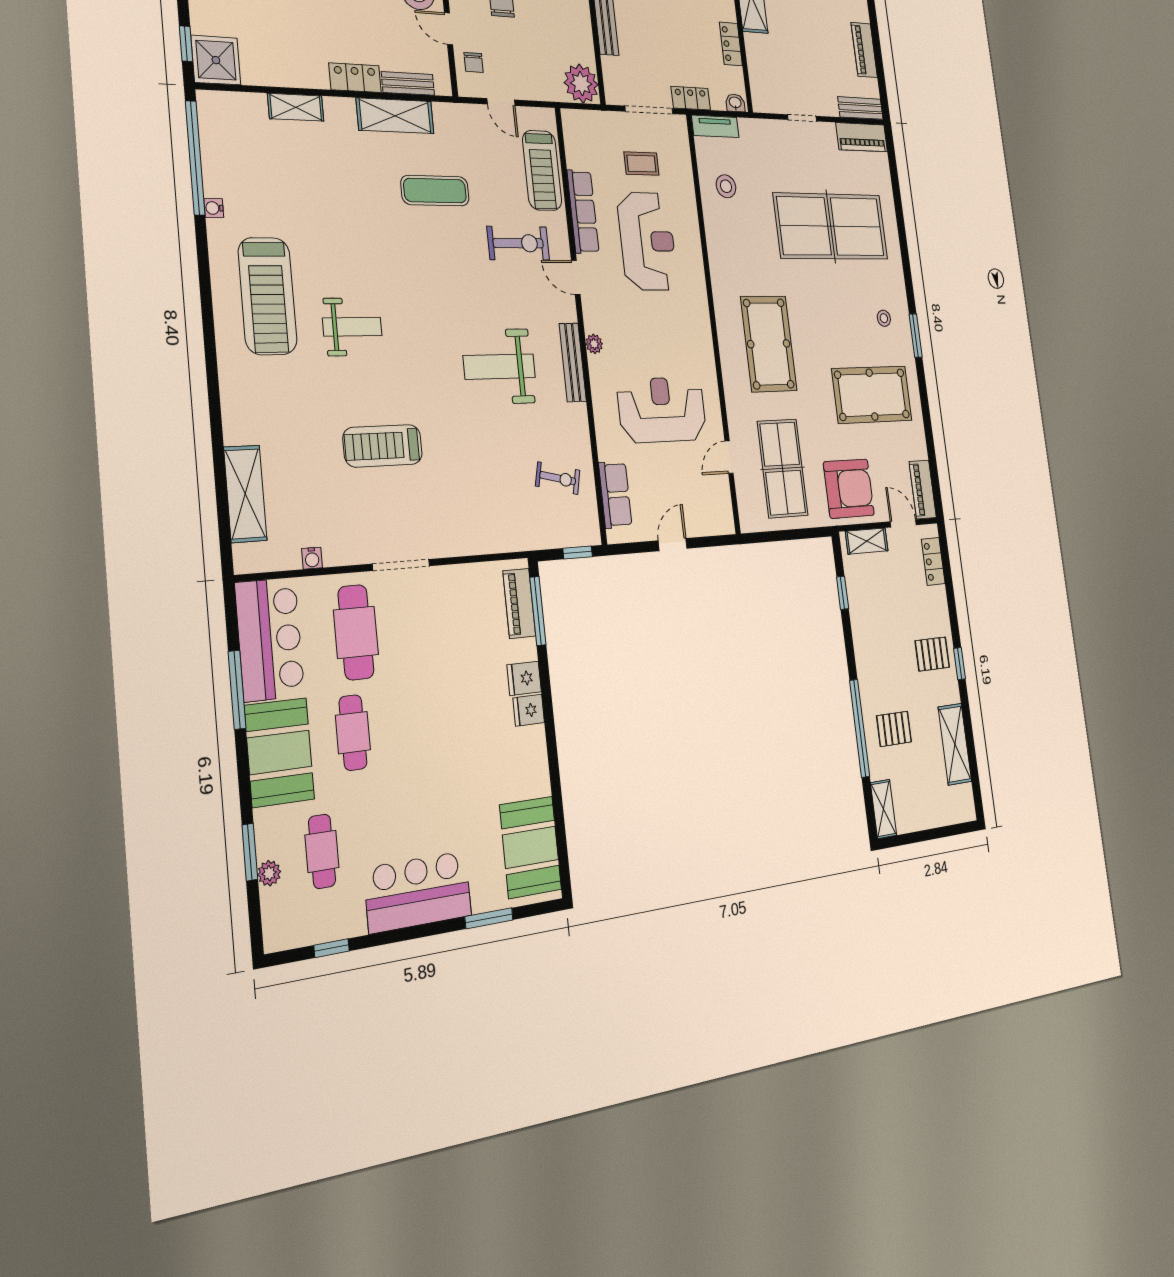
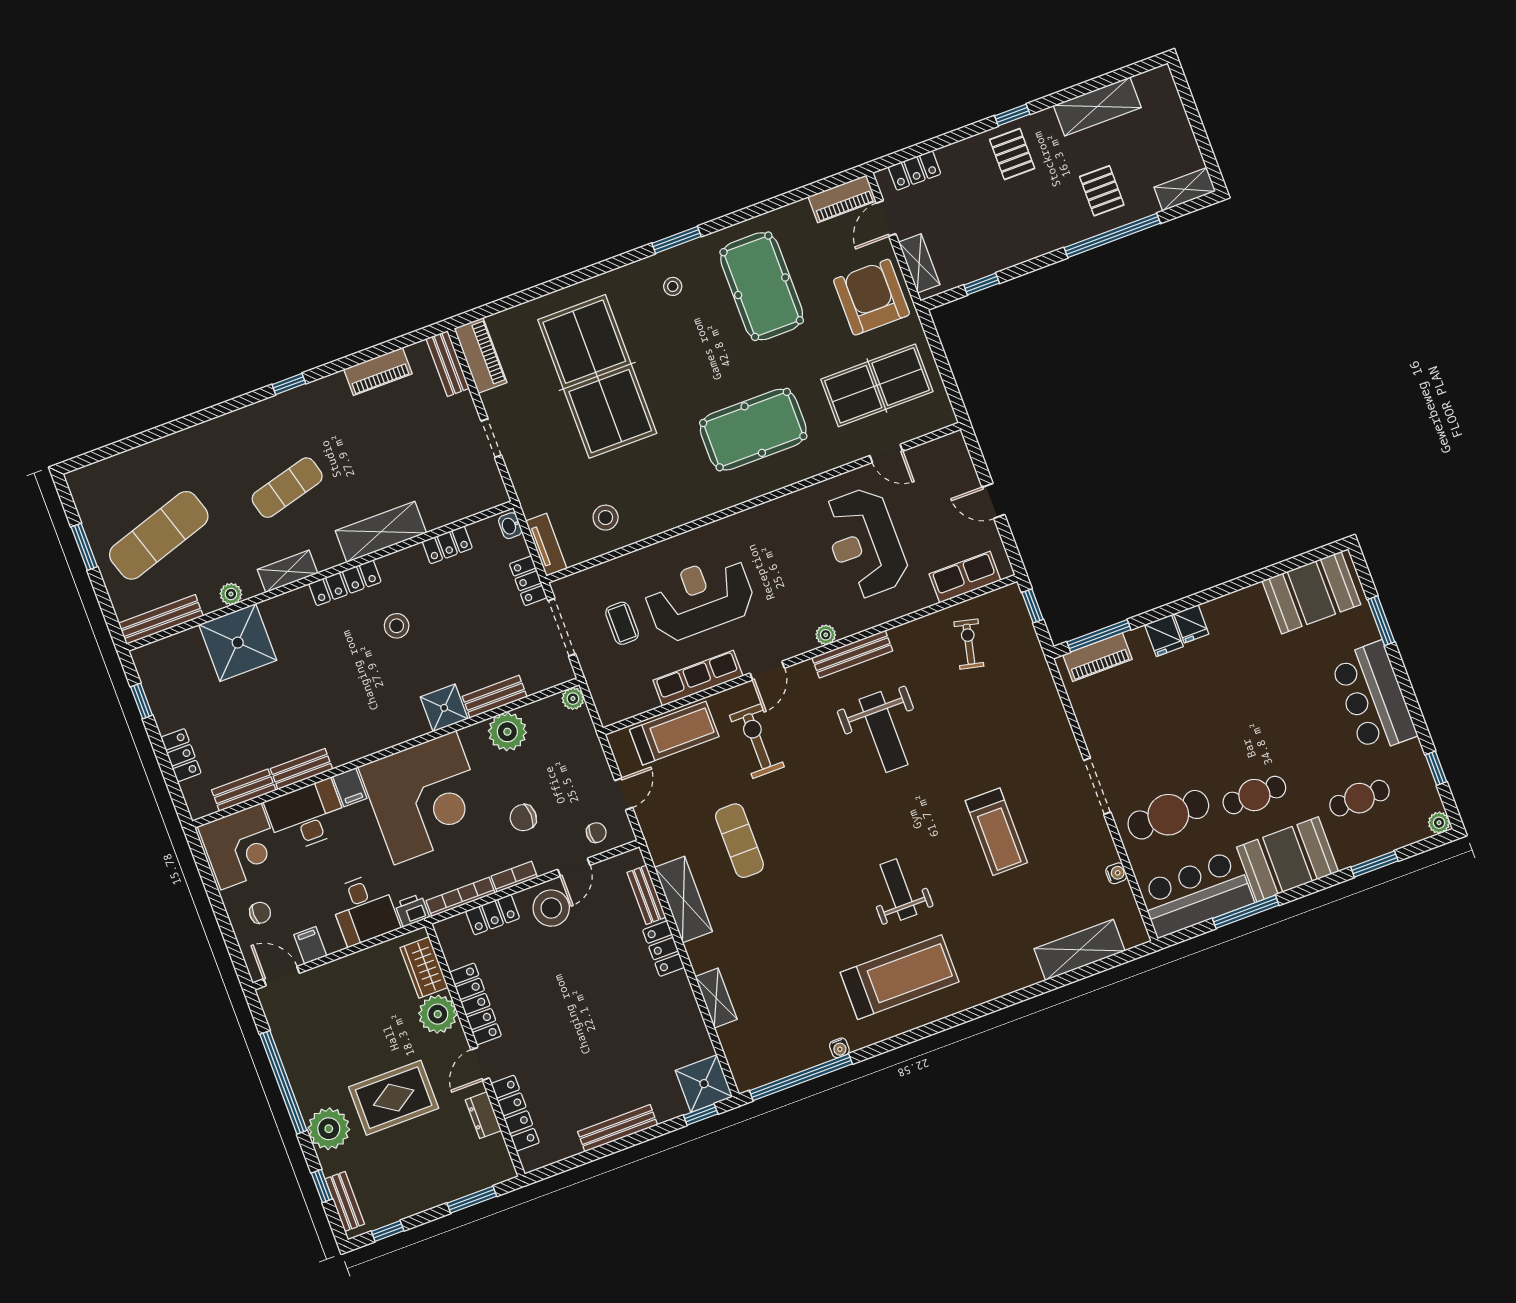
plant: (576, 24) -> (507, 732), added
plant: (581, 84) -> (573, 699), width x0.53, depth x0.53
plant: (269, 873) -> (1439, 823), moved

